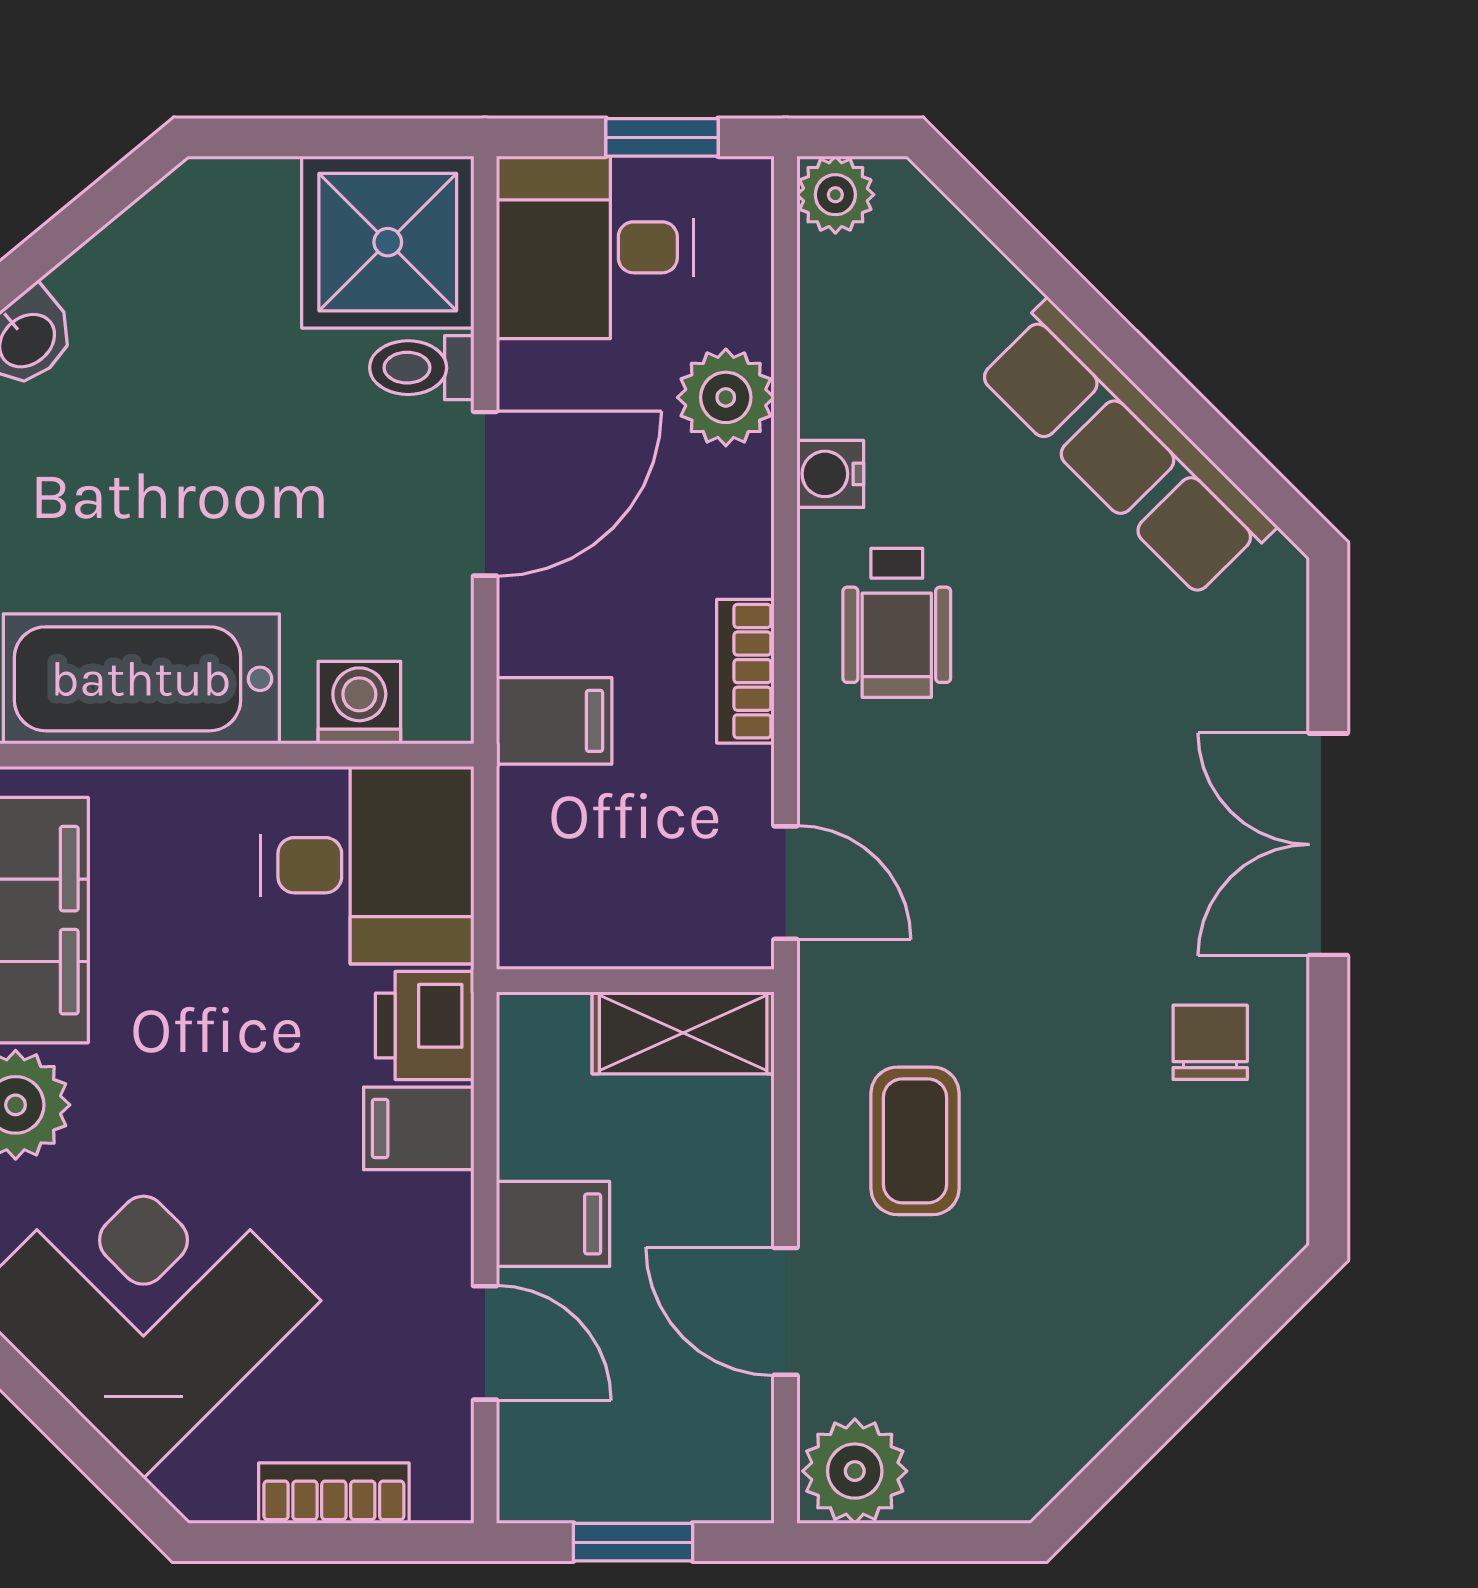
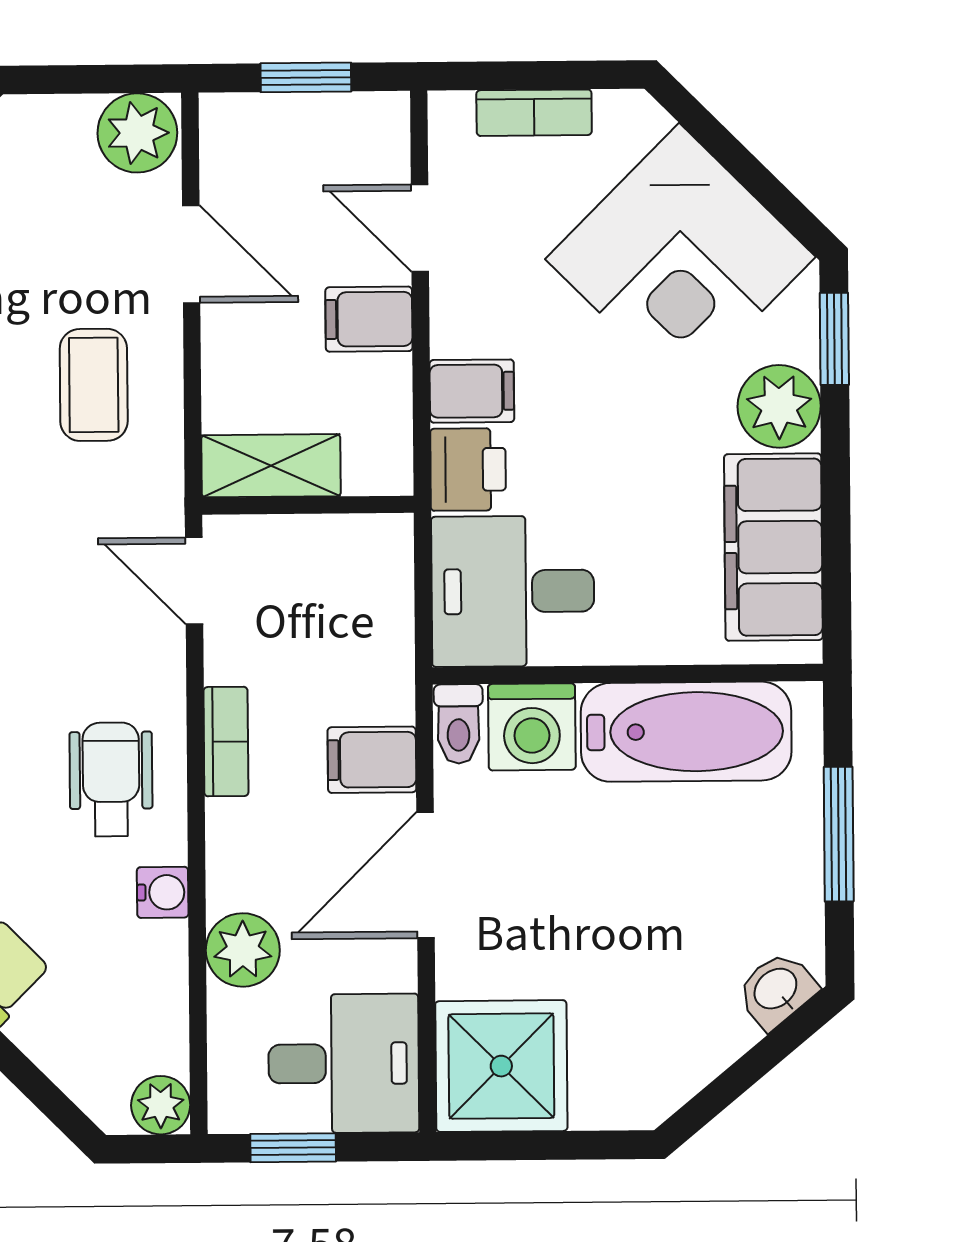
toilet: (422, 368) -> (458, 724), moved, turned 90
washing machine: (359, 703) -> (532, 727), width x1.38, depth x1.38
filing cabinet: (554, 721) -> (372, 760), moved

